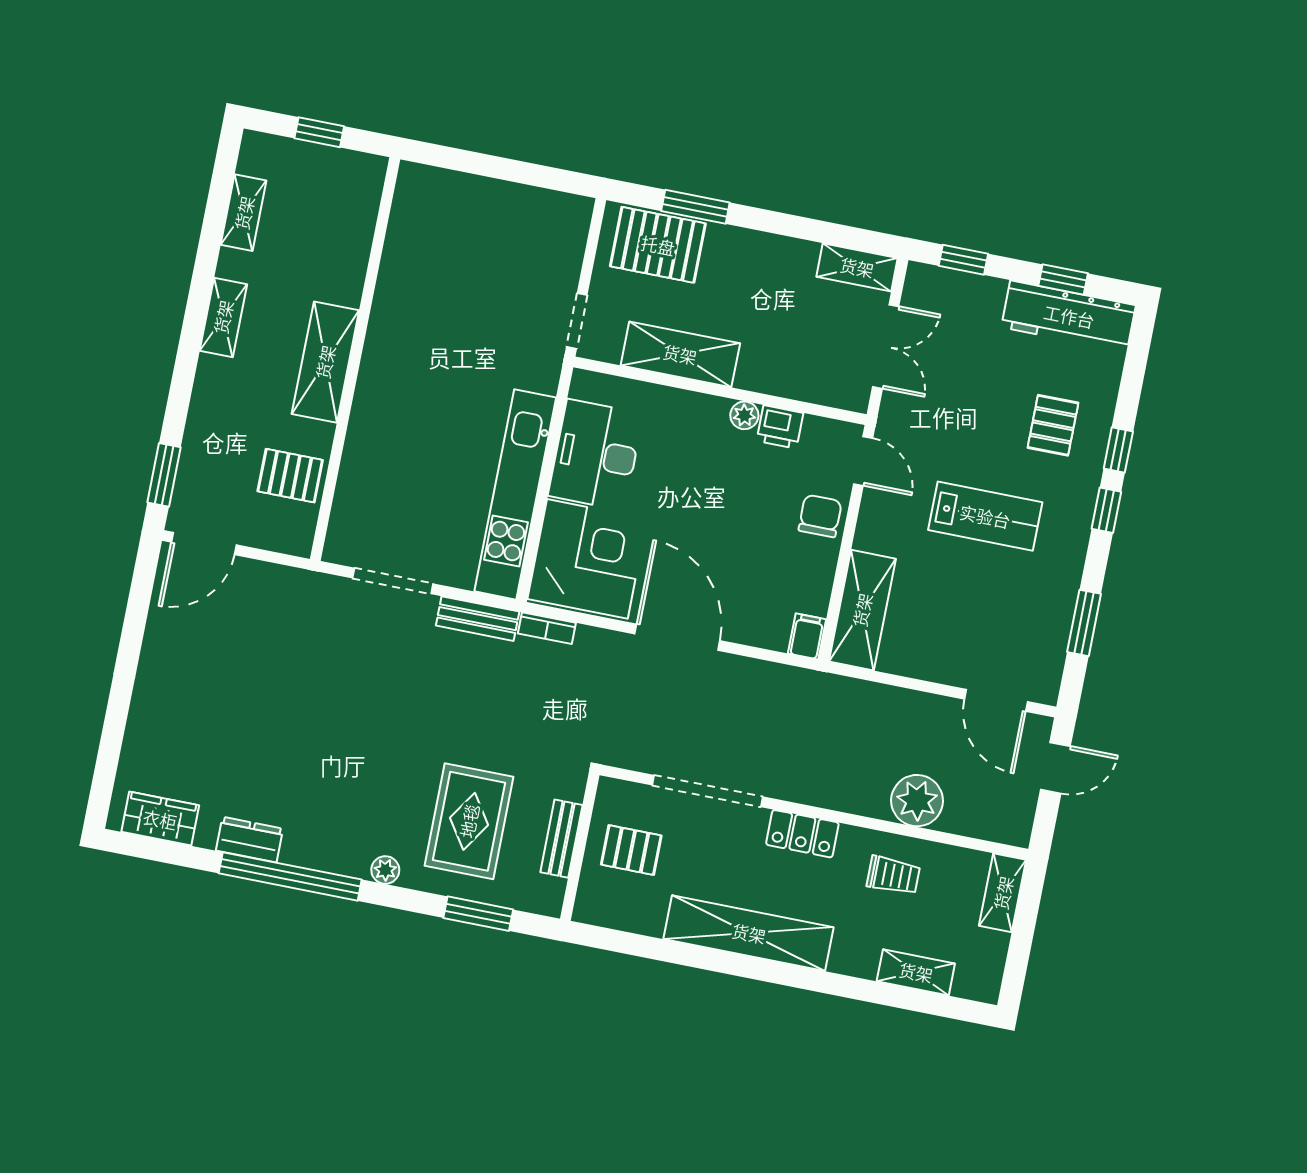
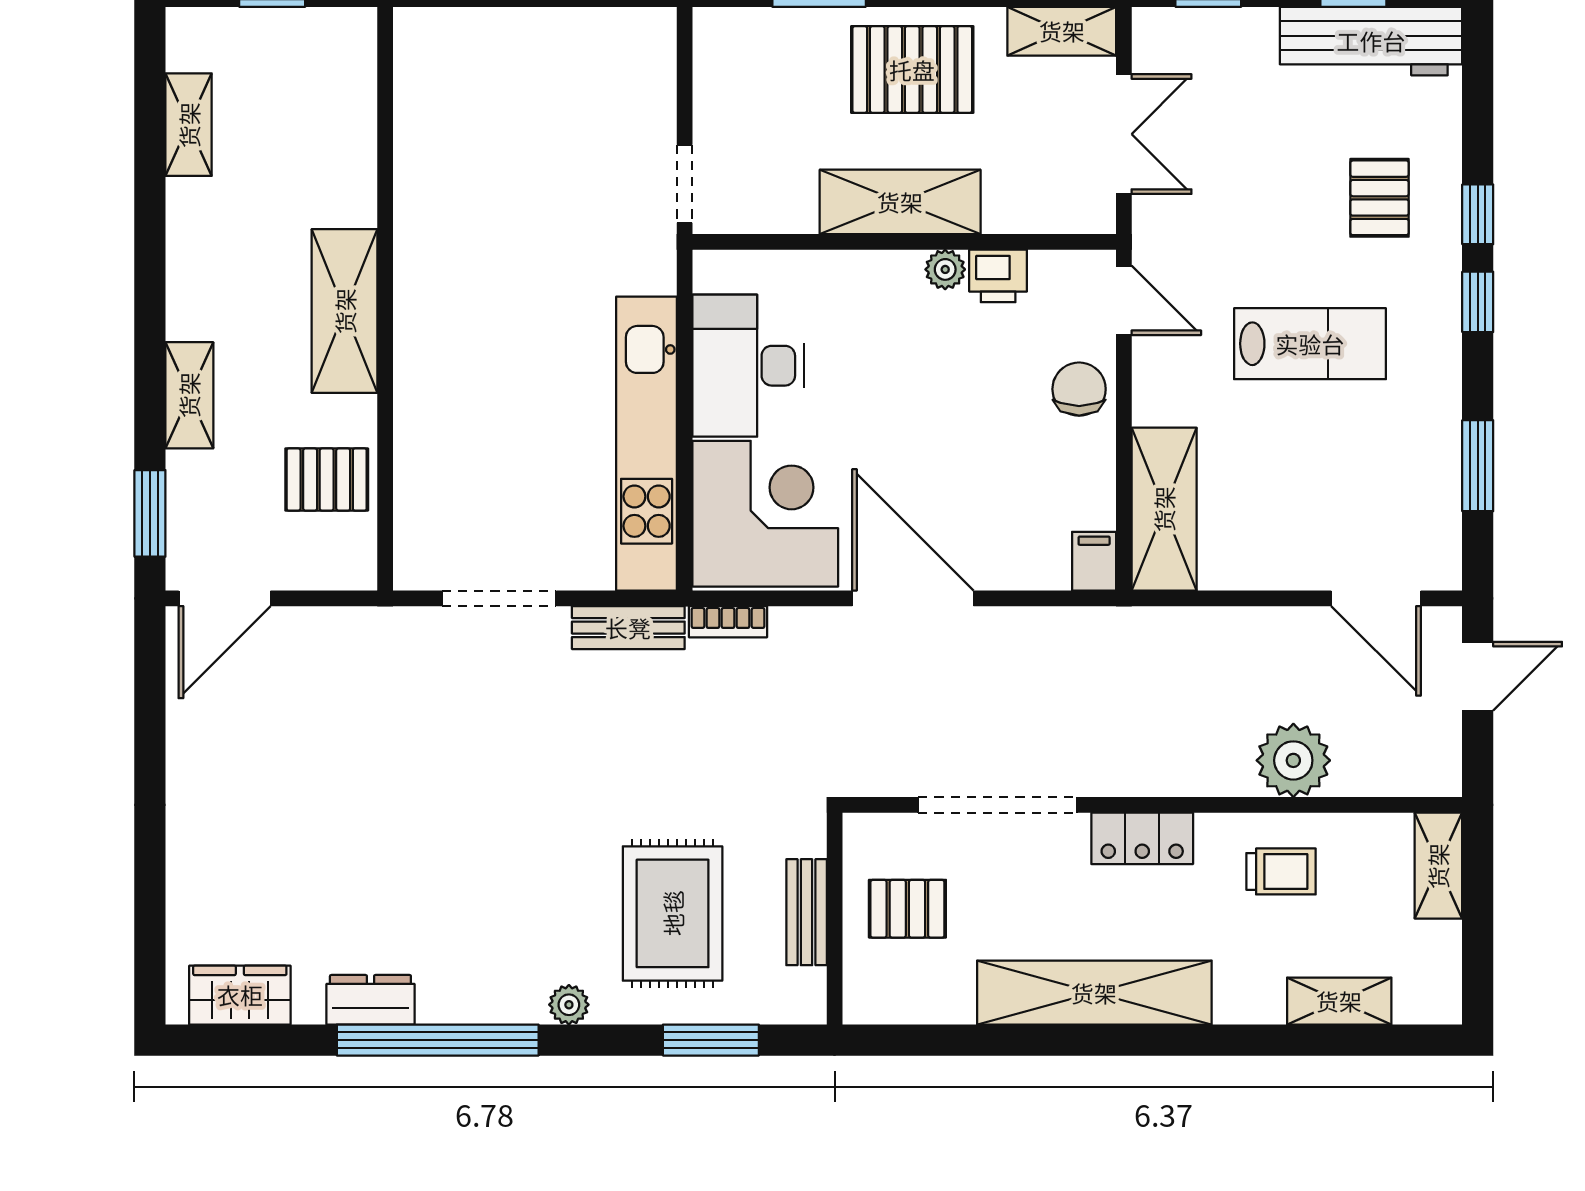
pallet: (658, 245) -> (912, 70), moved
shelving: (223, 317) -> (189, 395), moved
shelving: (680, 354) -> (900, 202), moved

